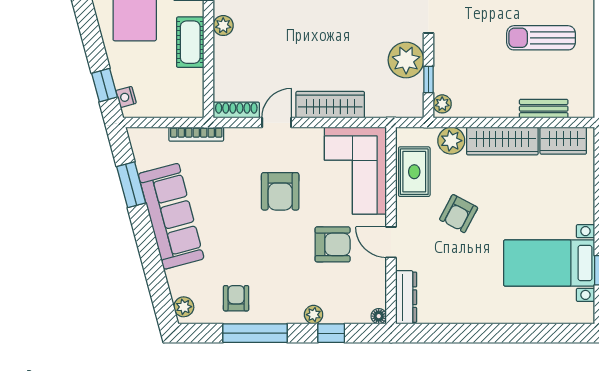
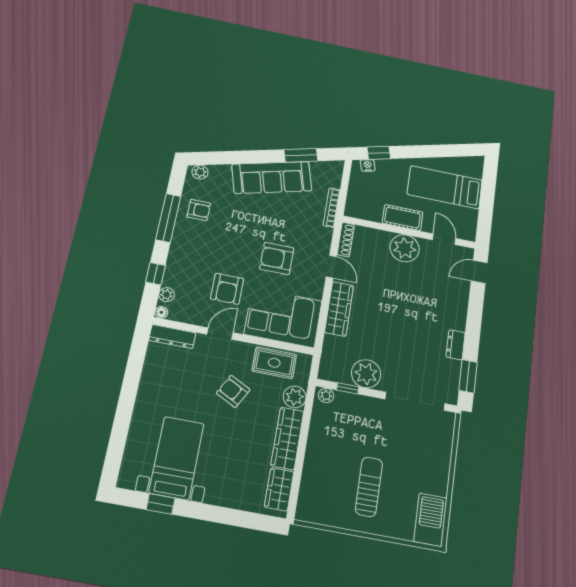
plant: (223, 26) -> (405, 248), width x1.87, depth x1.87
bench: (544, 109) -> (309, 478), removed
plant: (314, 315) -> (167, 295), moved

